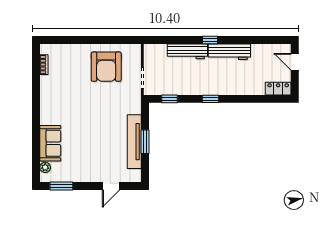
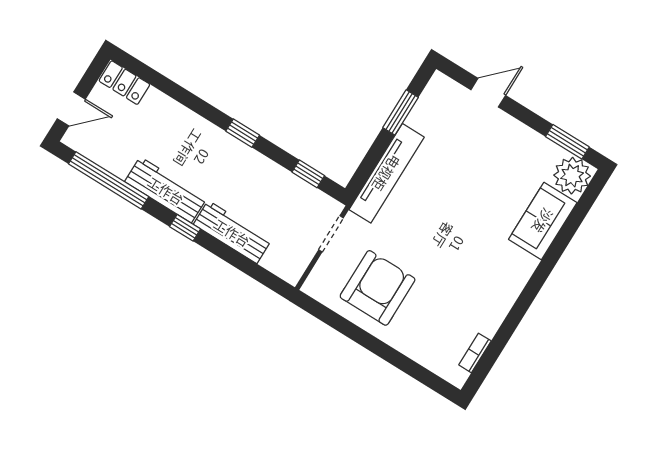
window: (258, 40) -> (109, 180), added
door: (295, 62) -> (71, 109), hinge flipped
tv unit: (134, 142) -> (387, 173), moved
window: (145, 142) -> (401, 112), moved
plant: (45, 167) -> (572, 176), width x1.88, depth x1.88

